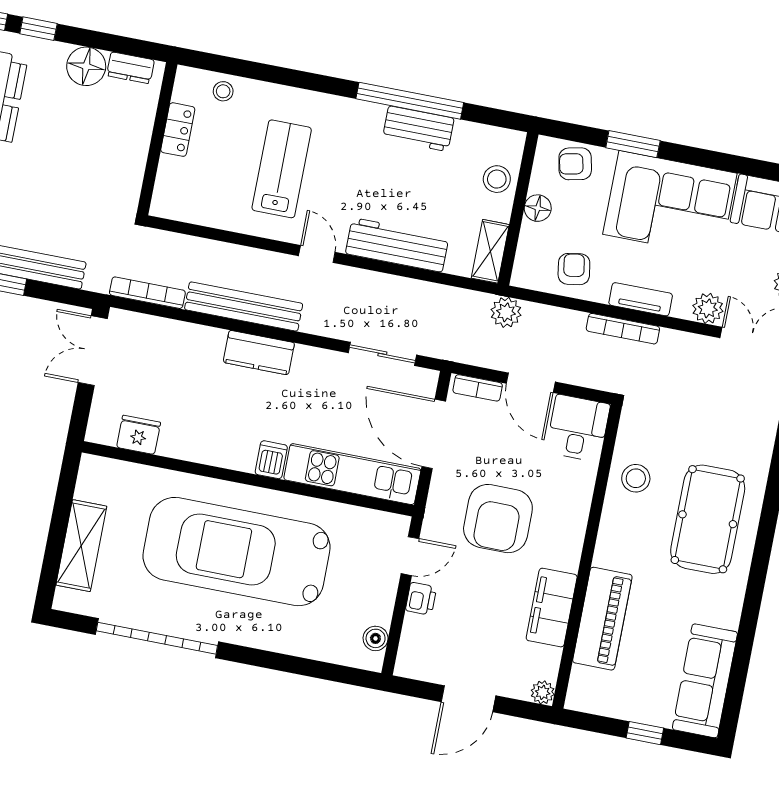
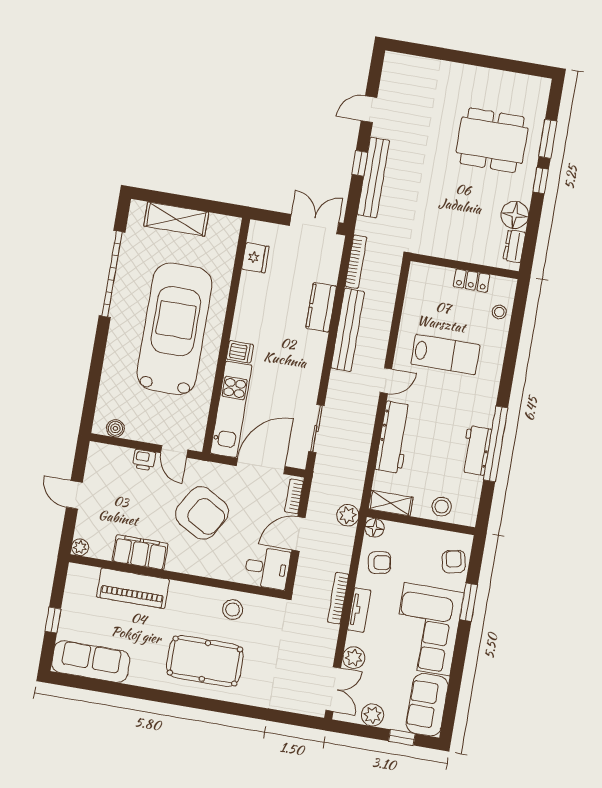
floor lamp: (538, 208) -> (374, 528), moved
kitchen counter: (259, 353) -> (321, 307), moved
armchair: (498, 519) -> (202, 513), turned -150
door: (468, 699) -> (74, 495), width x0.73

